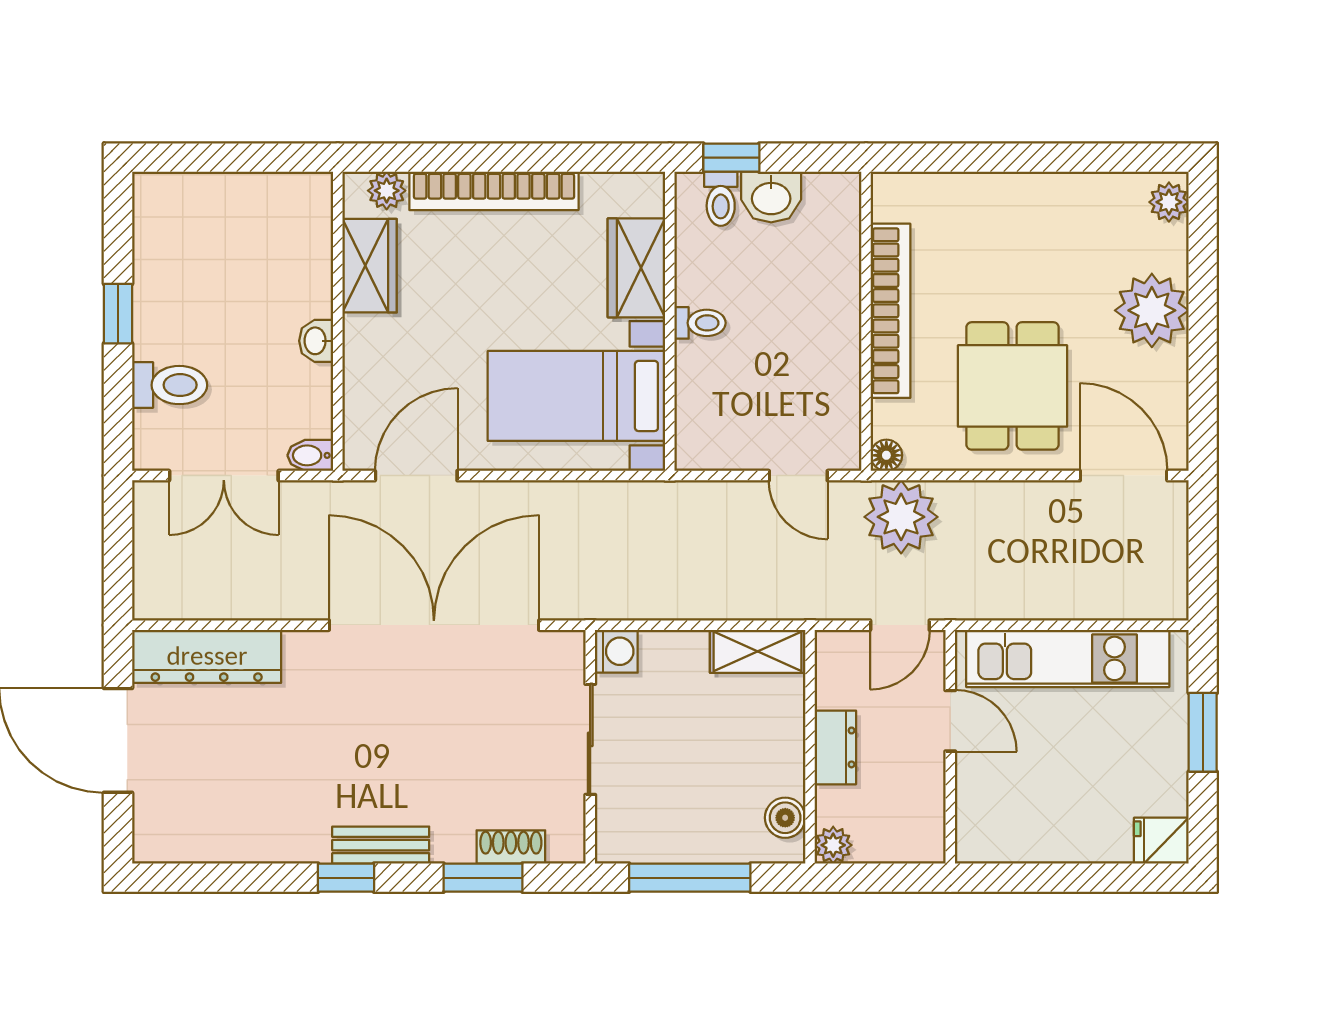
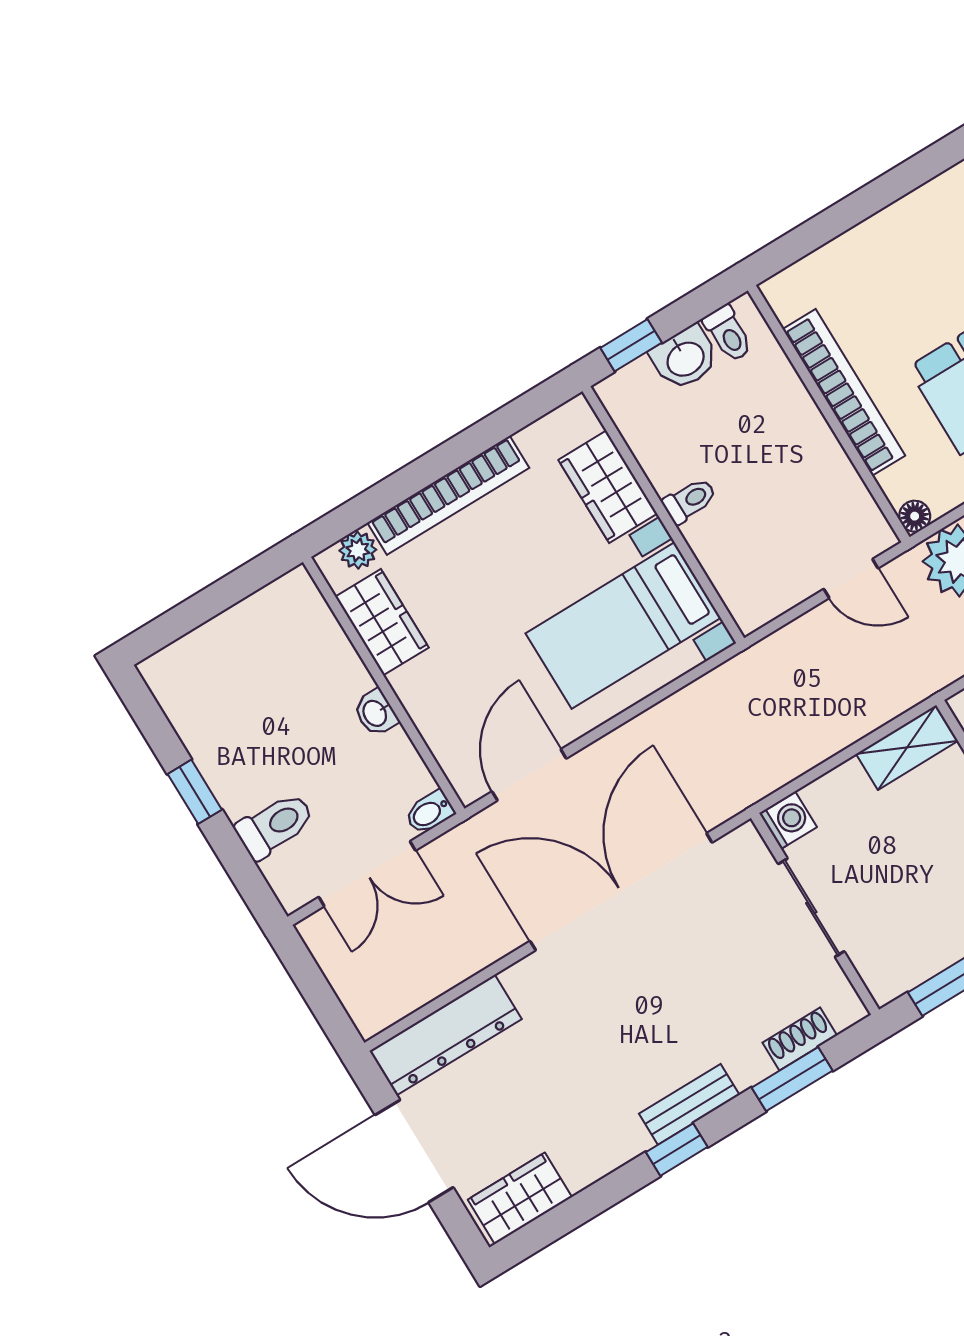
toilet: (721, 199) -> (728, 334), moved
wardrobe: (185, 837) -> (520, 1198), added

